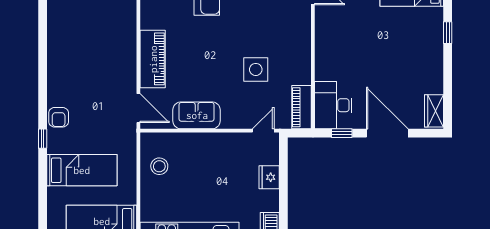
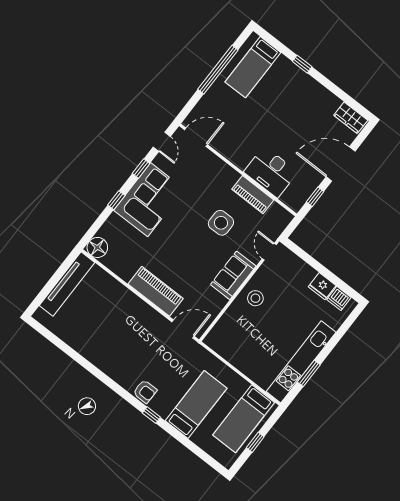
desk: (333, 105) -> (271, 172), moved
piano: (302, 107) -> (253, 195), moved
sofa: (197, 115) -> (233, 275), moved
stool: (159, 166) -> (255, 298), moved
fridge: (269, 177) -> (322, 286), moved

